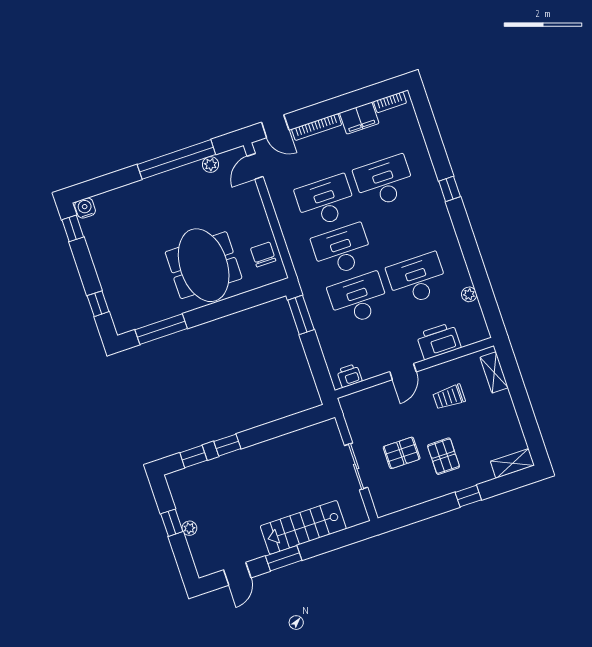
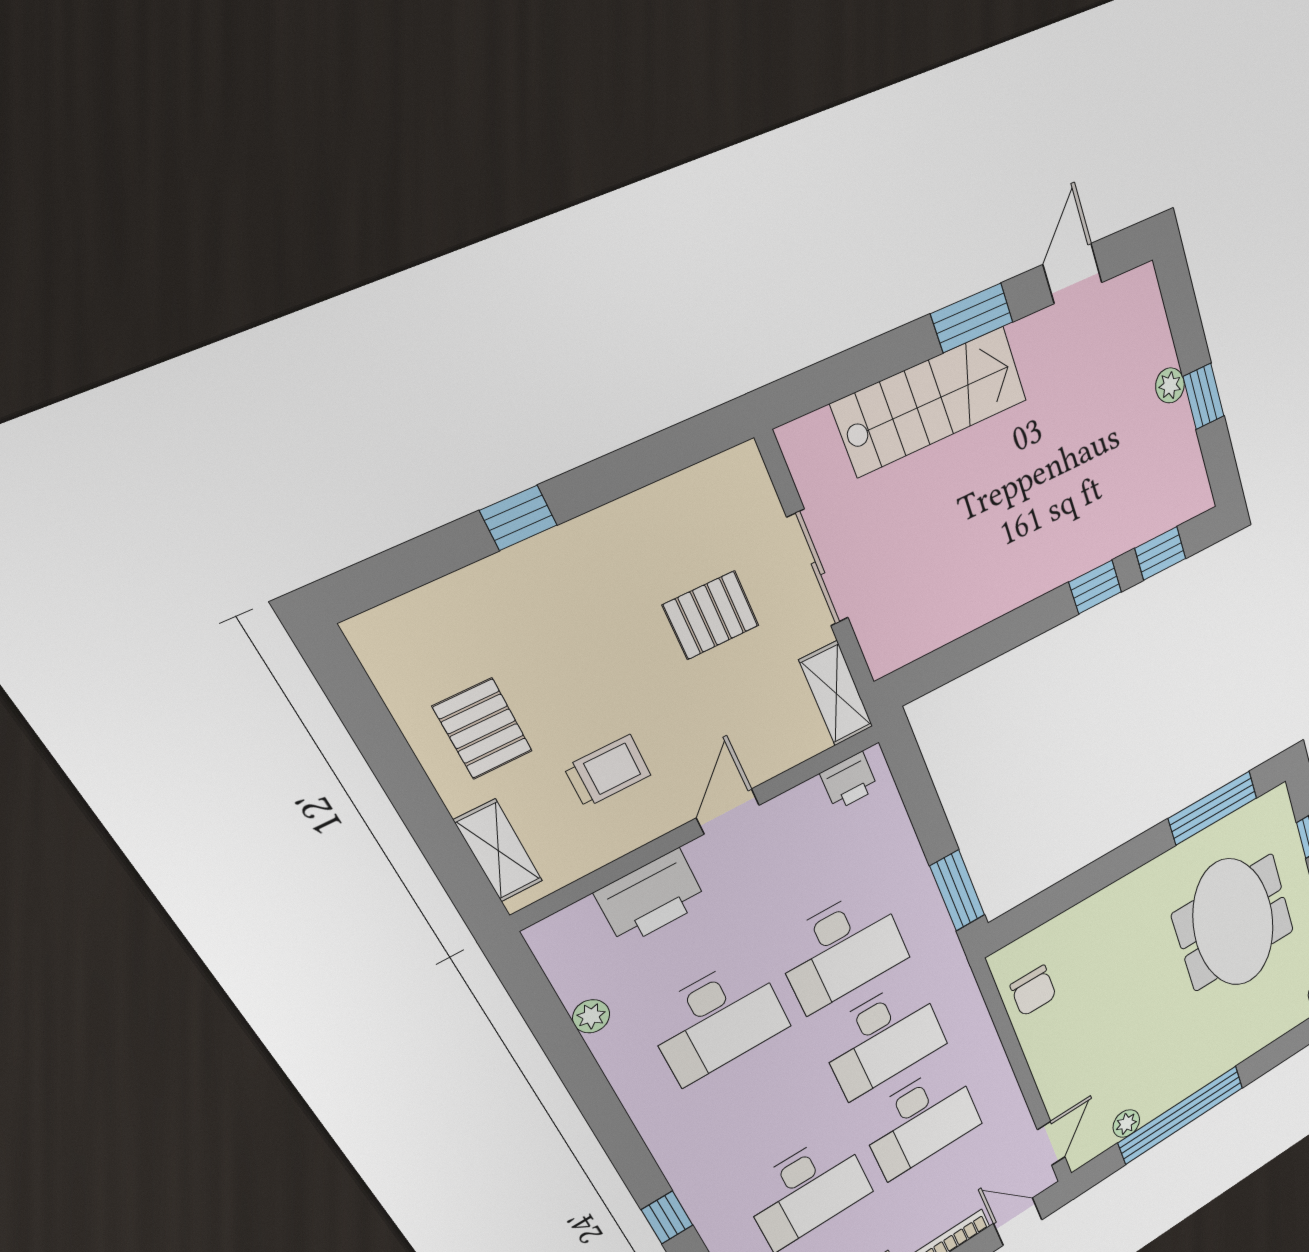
meeting table: (204, 265) -> (1233, 923), moved
pallet: (444, 456) -> (483, 729), moved
shelving: (512, 463) -> (836, 694), moved, turned 90

